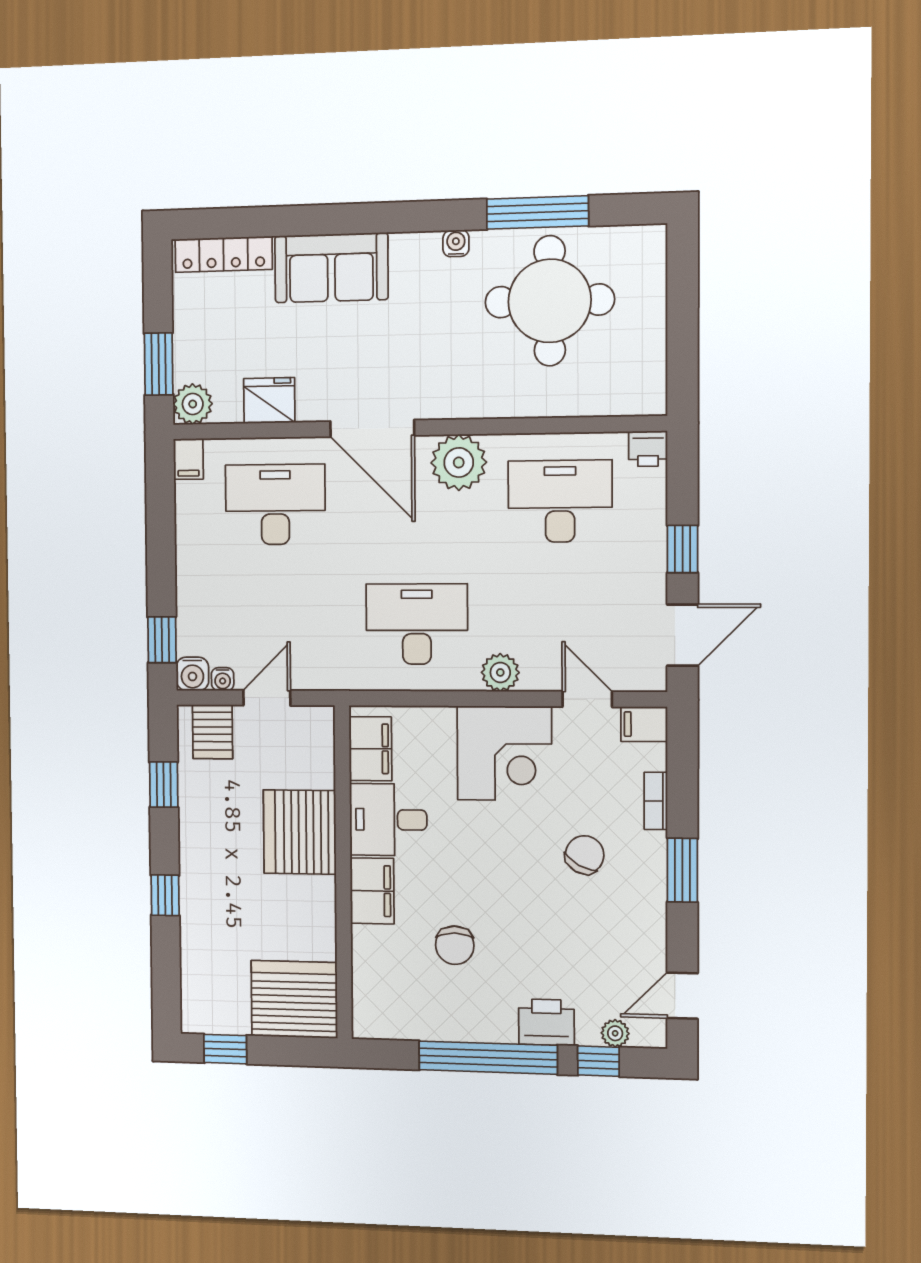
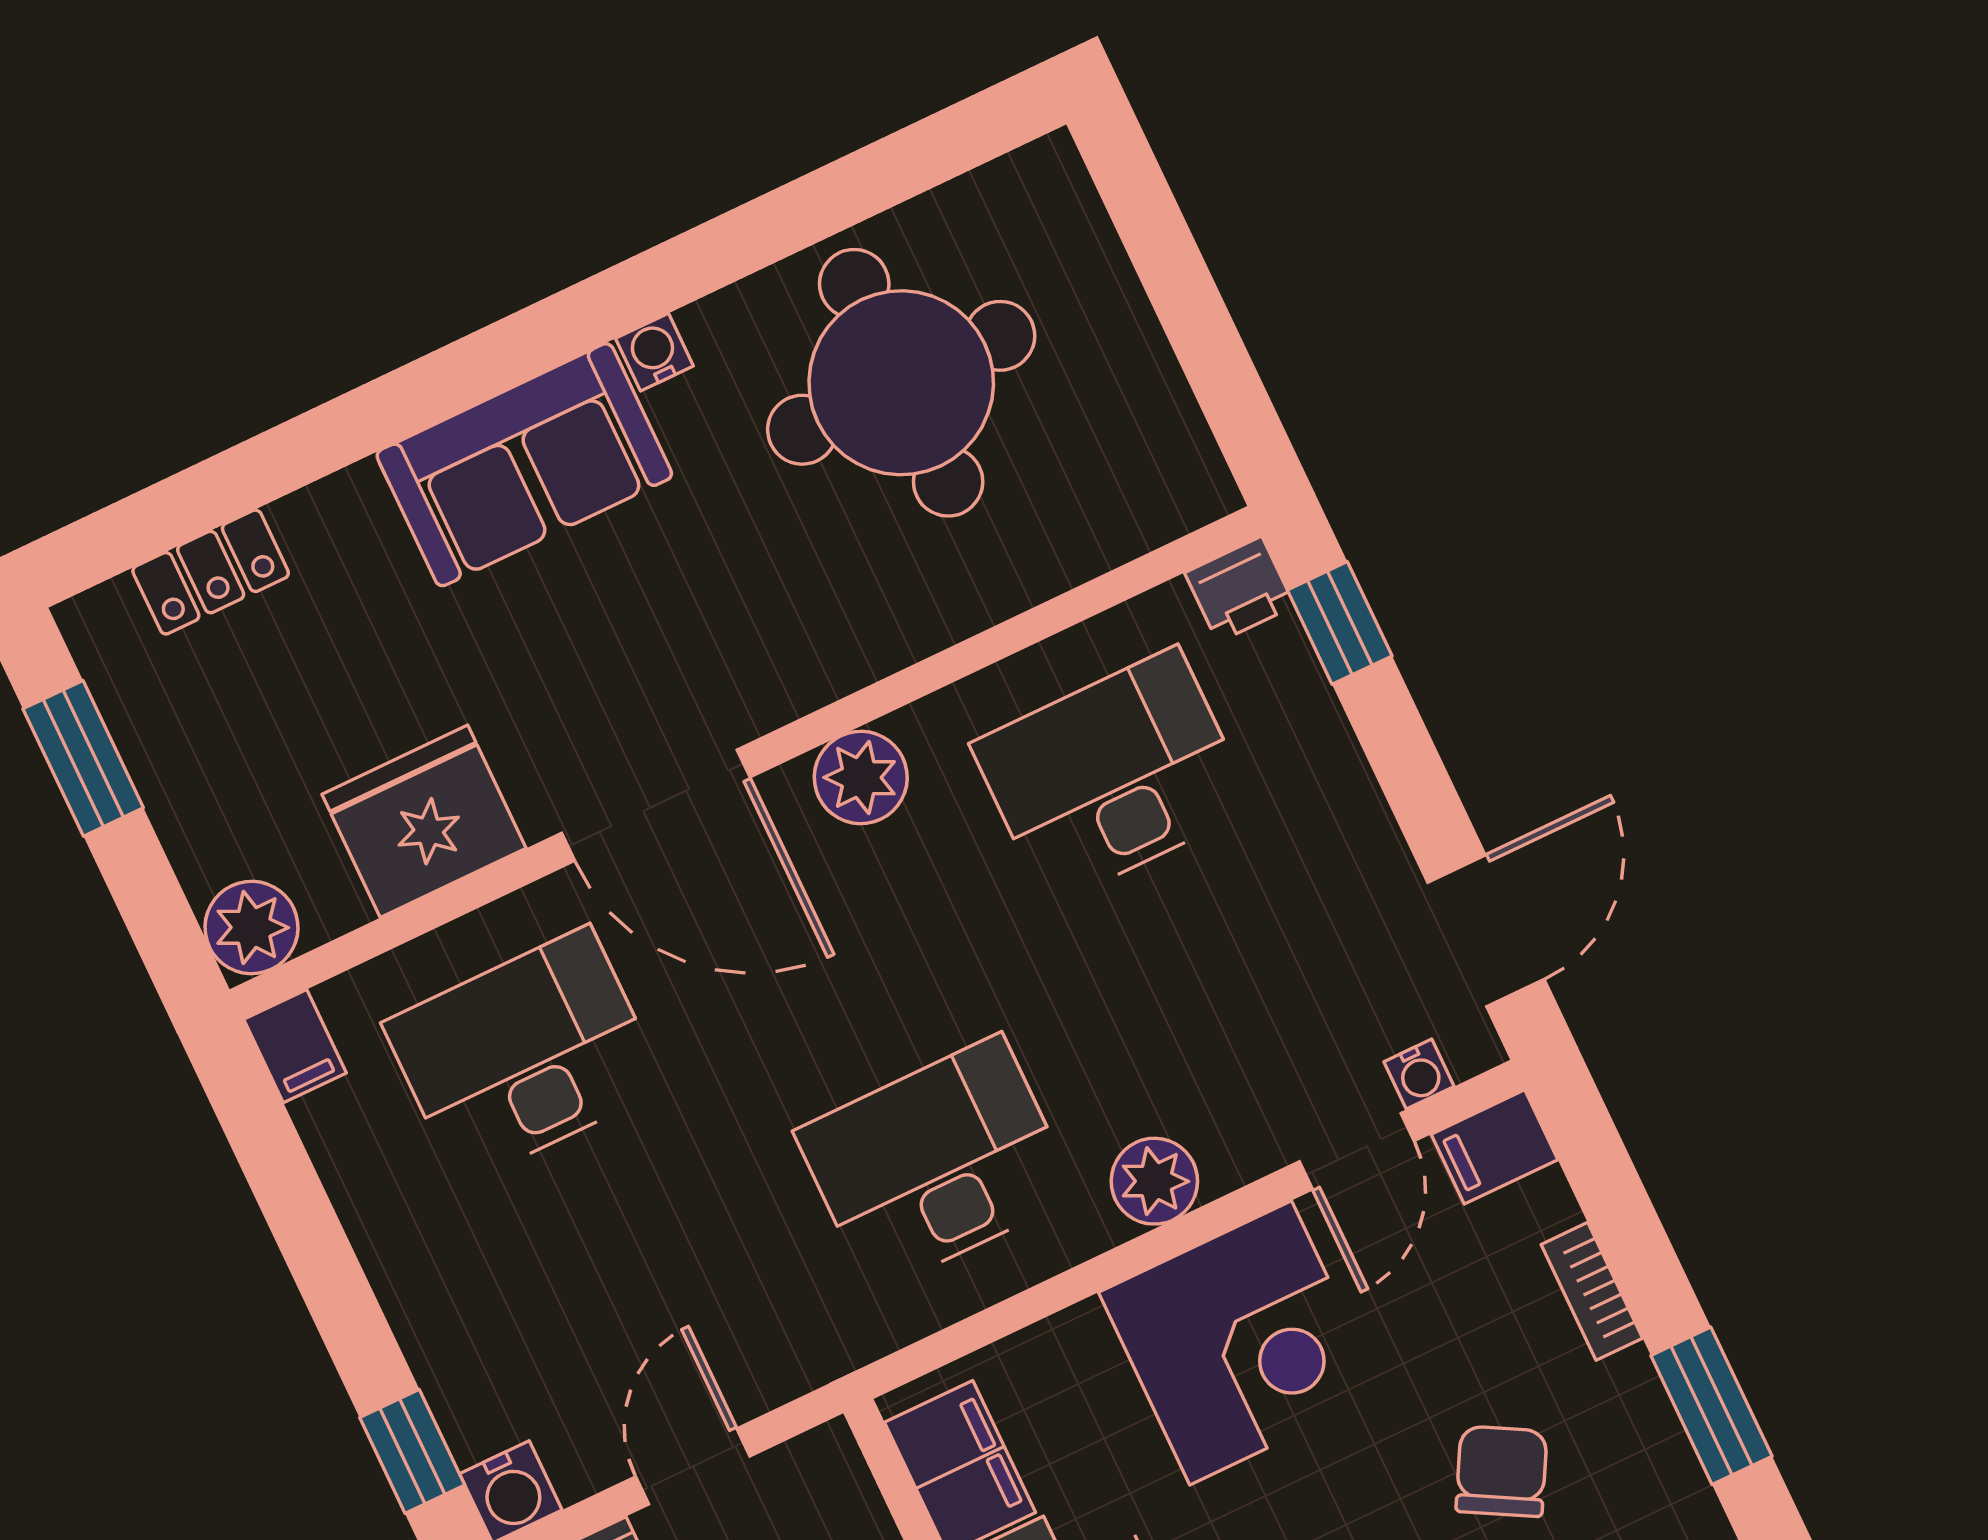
window: (538, 212) -> (793, 217), removed
locker: (224, 254) -> (211, 572), width x0.66
sofa: (331, 268) -> (524, 465), moved
window: (159, 364) -> (83, 758), moved
fridge: (269, 400) -> (424, 821), width x1.36, depth x1.34
plant: (459, 462) -> (861, 778), width x0.73, depth x0.73
window: (683, 549) -> (1340, 623), moved
water cooler: (223, 679) -> (1419, 1074), moved
door: (587, 699) -> (1357, 1151), swing flipped

